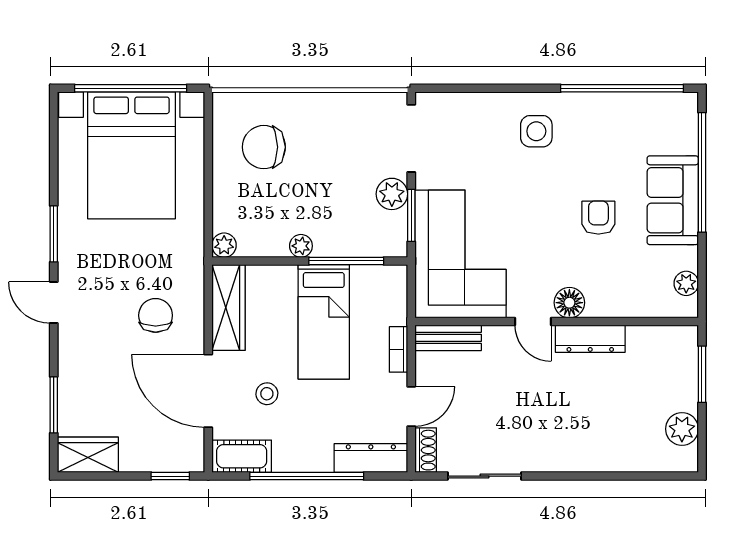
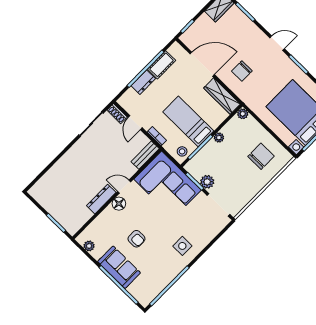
chair: (156, 315) -> (242, 71), turned 90
stool: (267, 394) -> (182, 151), moved
plant: (682, 429) -> (45, 200), removed
cot: (242, 456) -> (162, 65), moved
dresser: (371, 458) -> (143, 82), moved, width x0.70

